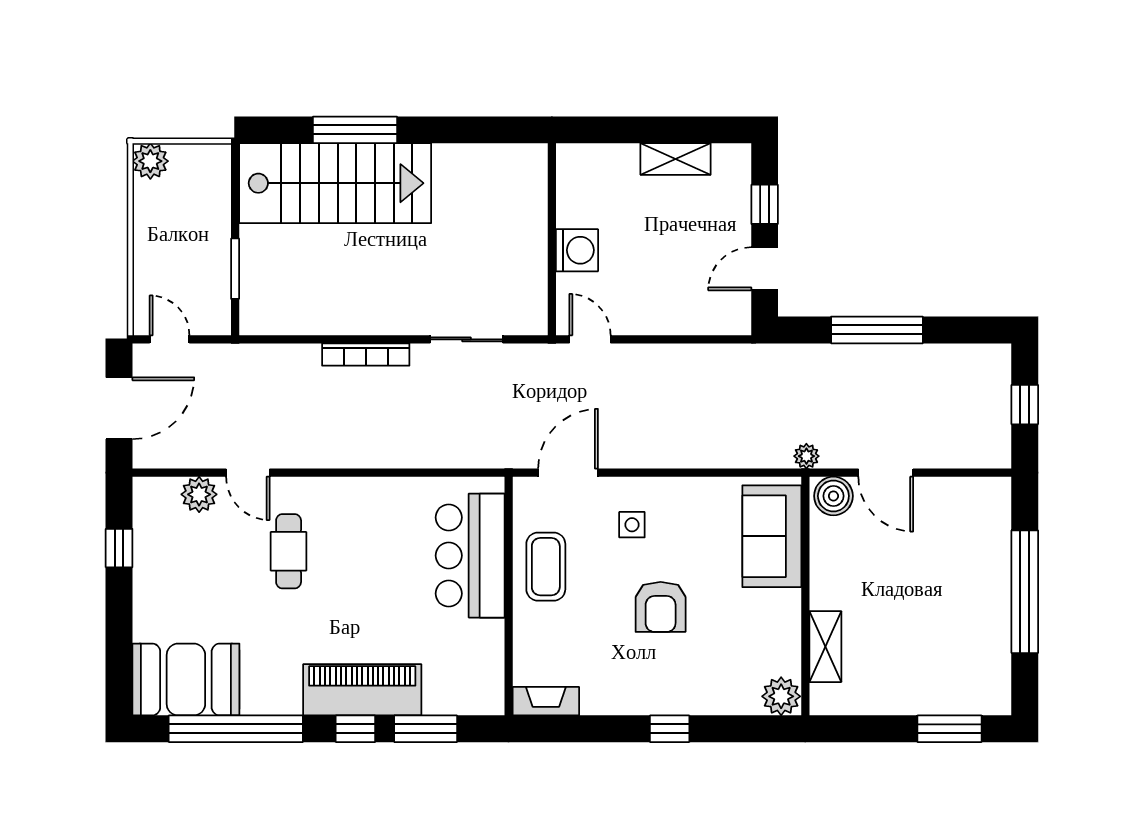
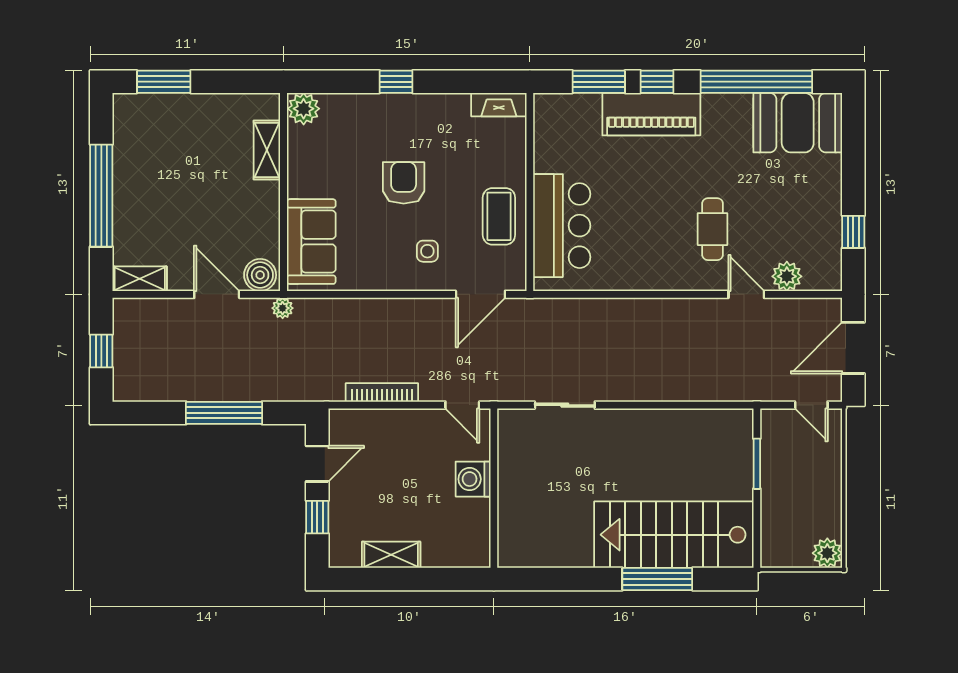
bookcase: (366, 354) -> (382, 393), moved
shelving: (979, 491) -> (140, 279), added

